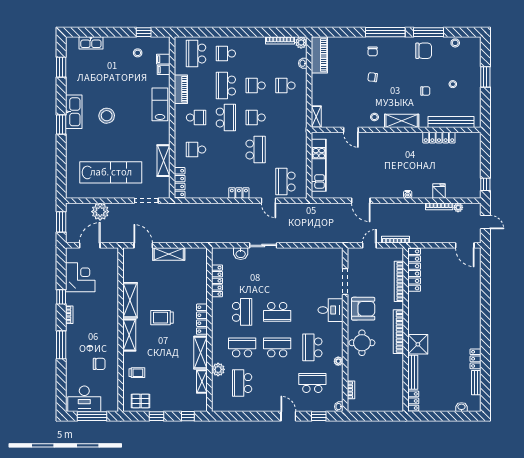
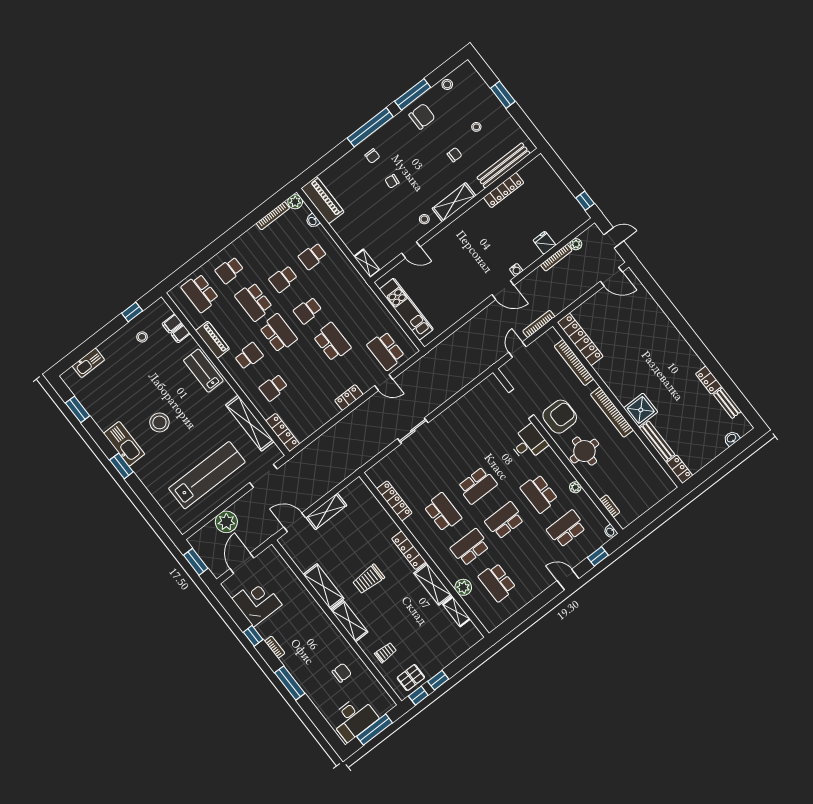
shelving: (164, 161) -> (250, 423), width x1.47
door: (361, 201) -> (503, 290), moved
washbasin: (241, 254) -> (397, 456), removed
window: (188, 416) -> (418, 696), moved

